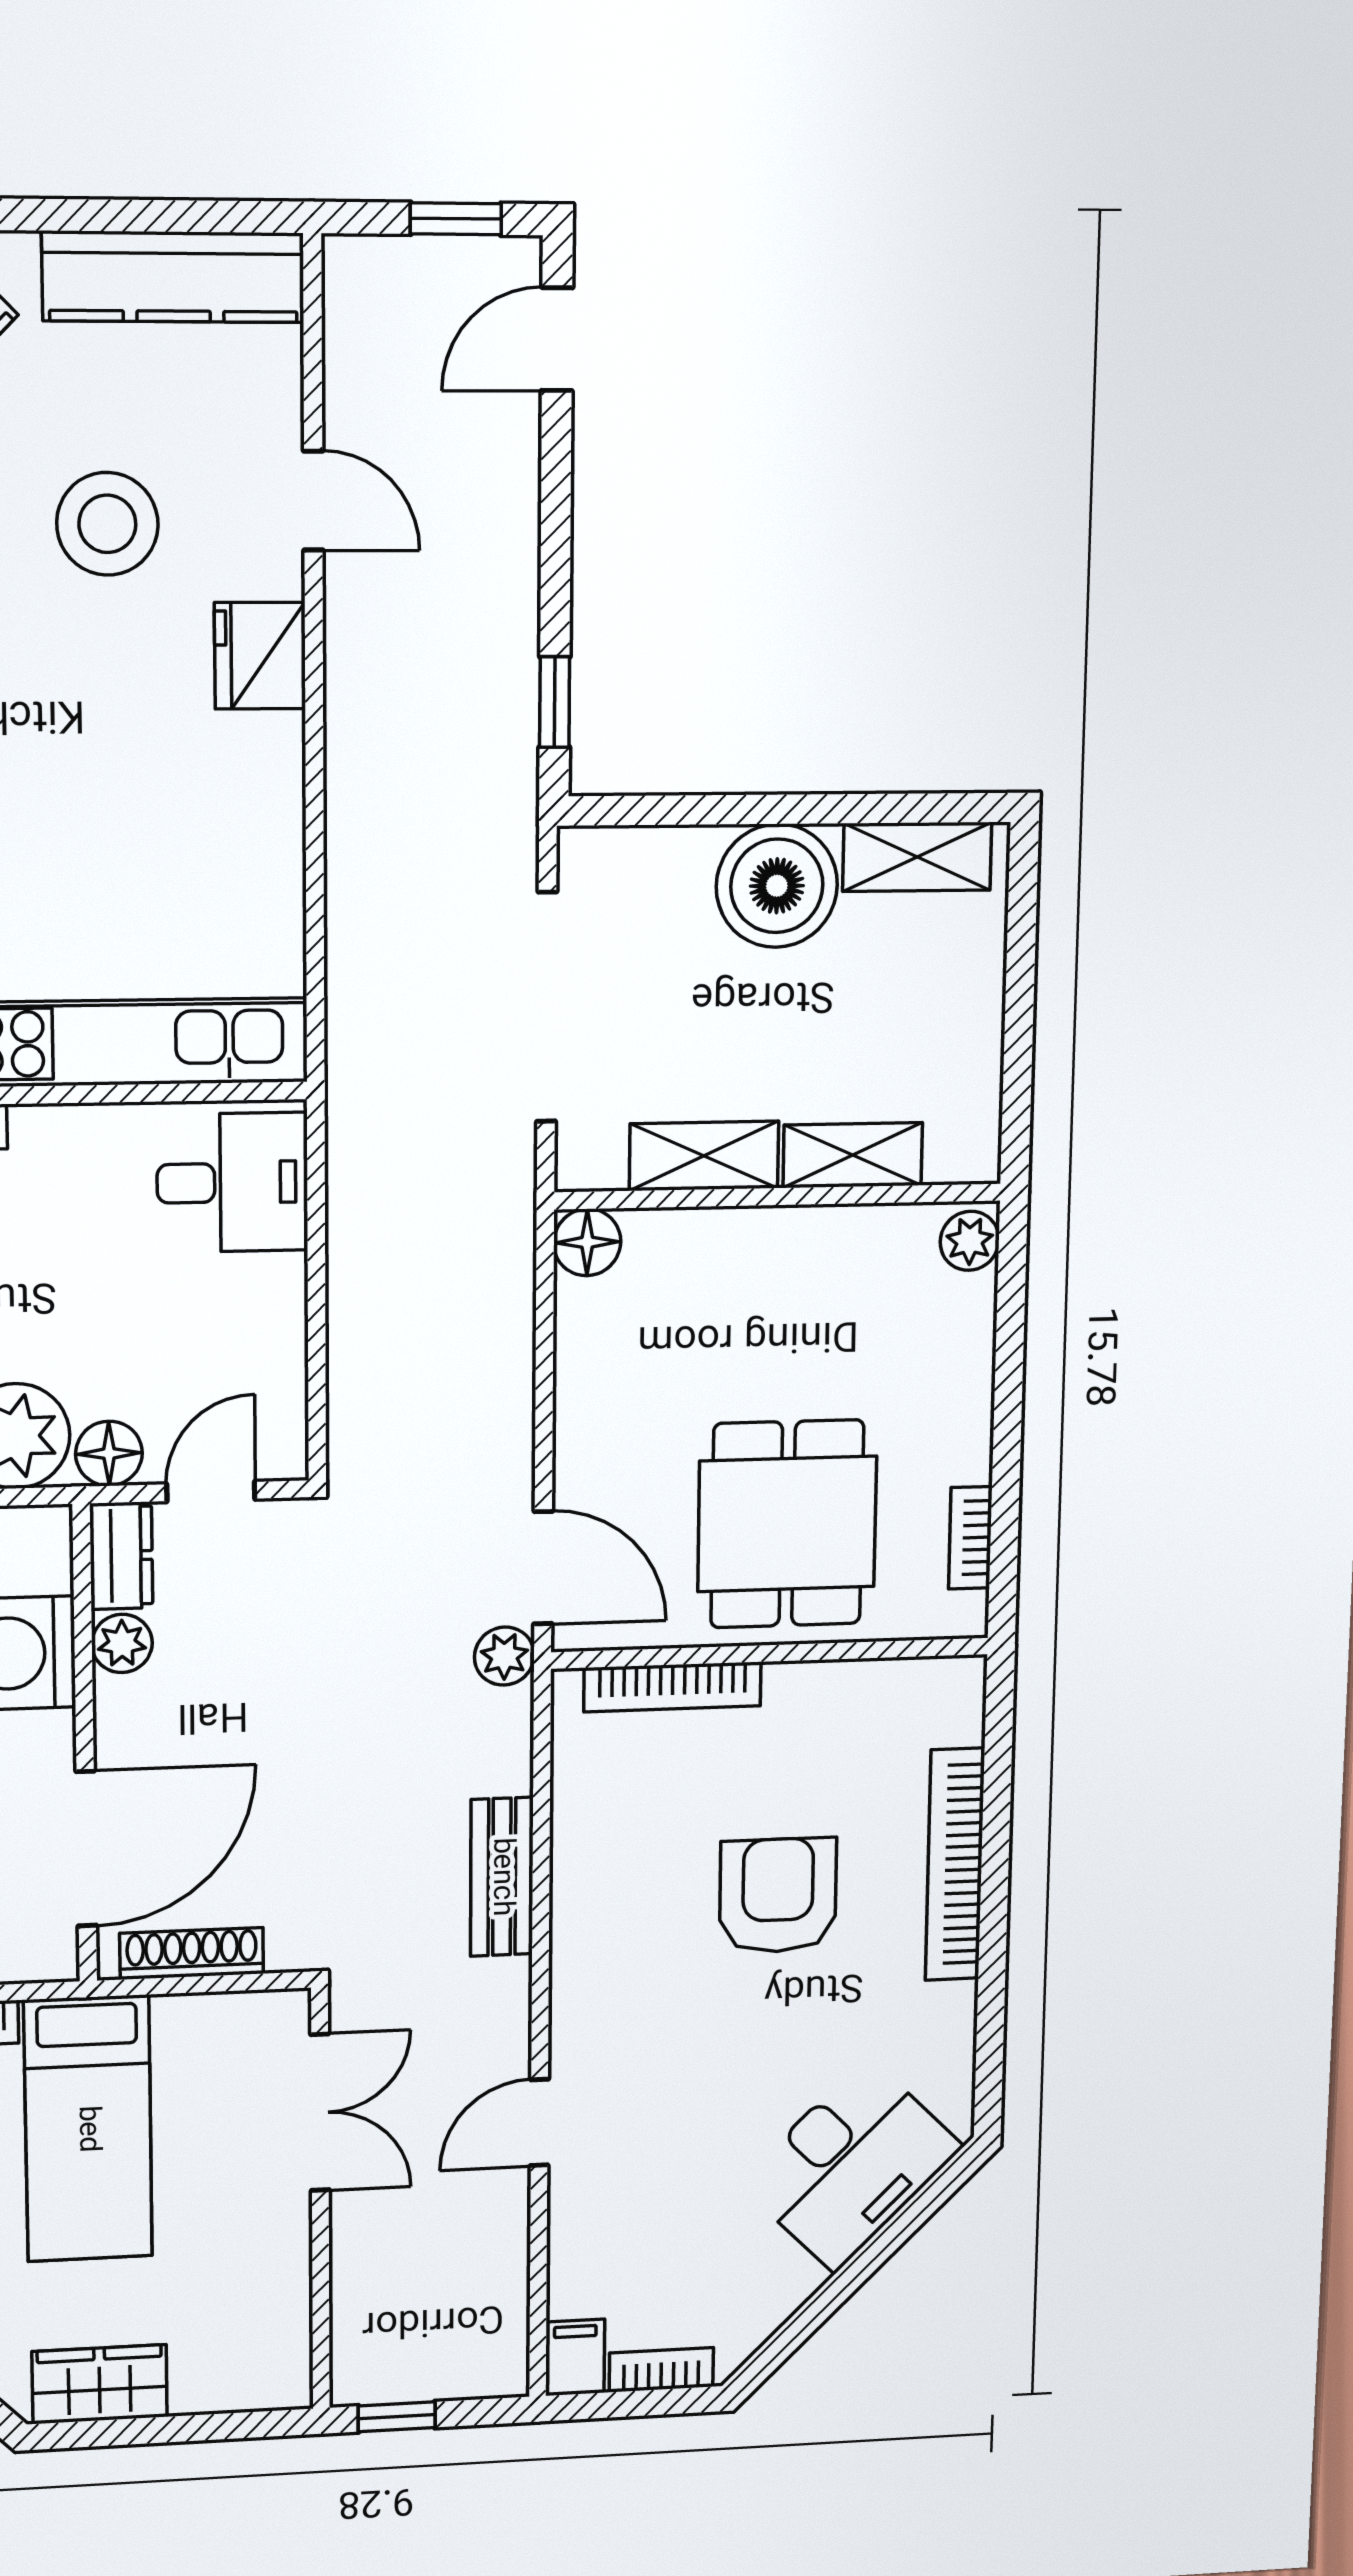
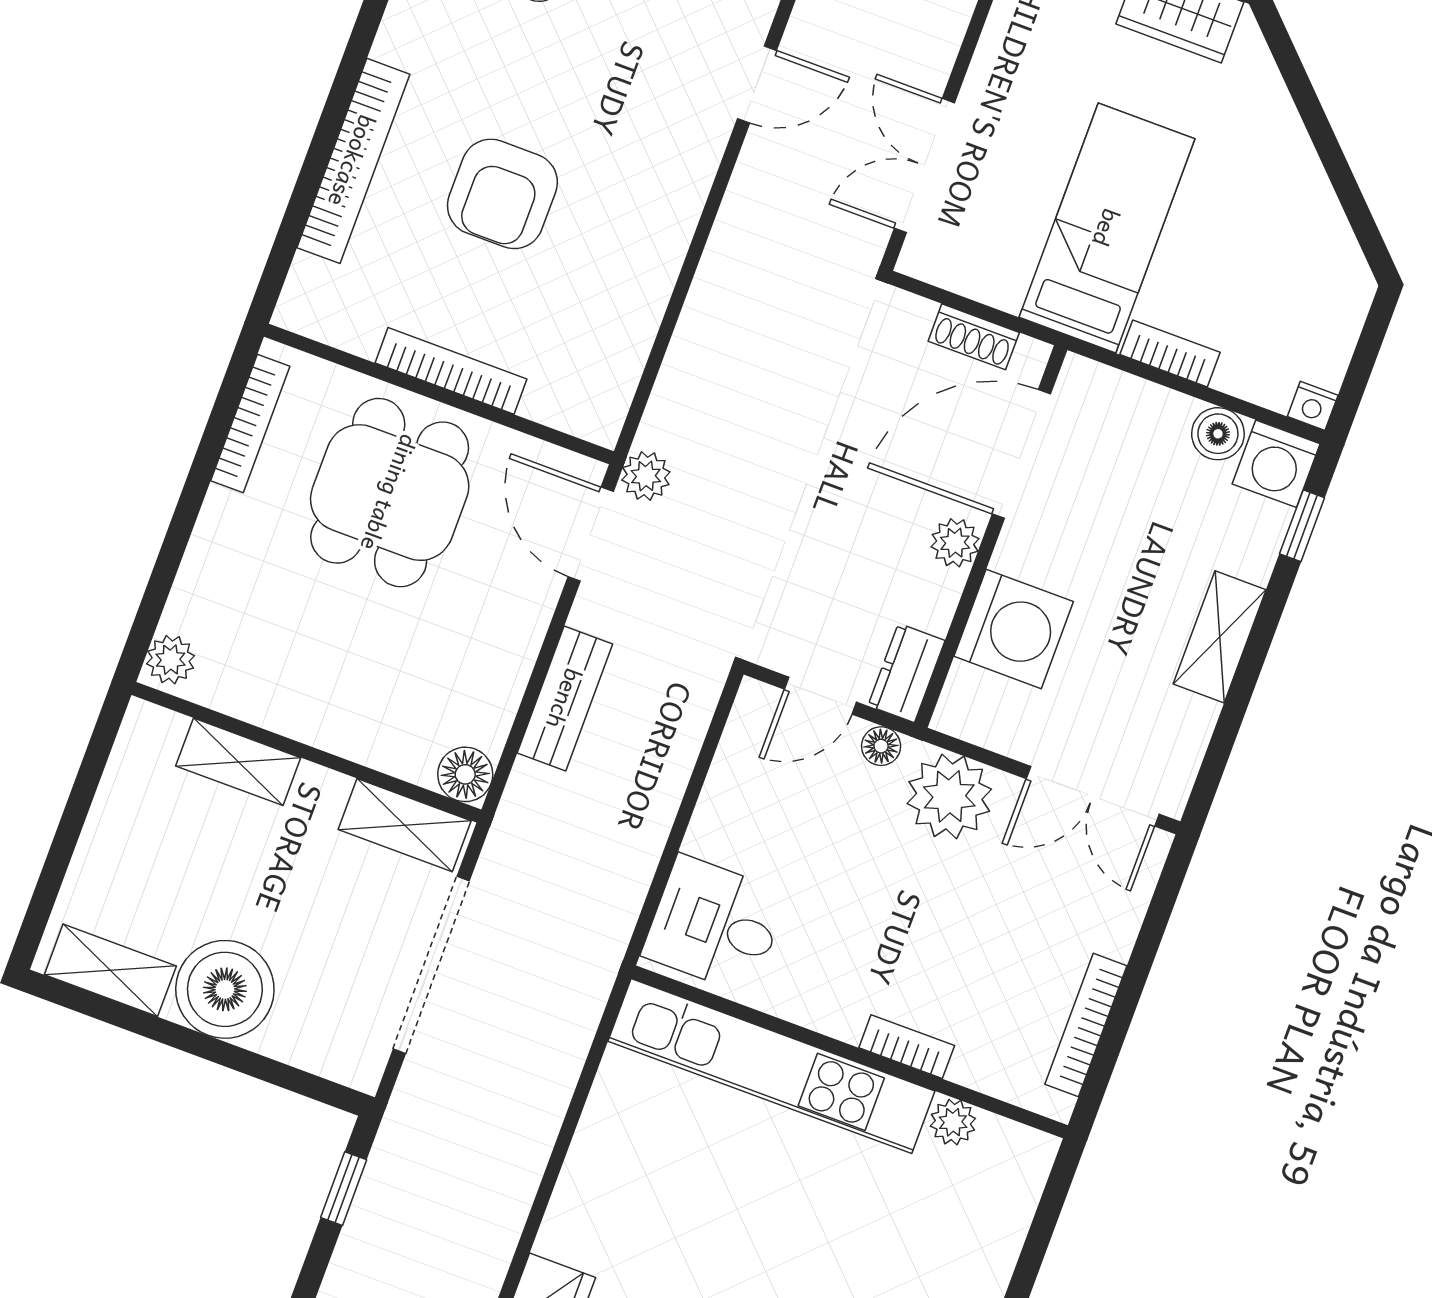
shelving: (704, 1156) -> (405, 825), moved
floor lamp: (109, 1453) -> (881, 746), width x0.73, depth x0.73
bookcase: (970, 1538) -> (250, 423), width x1.56
plant: (122, 1643) -> (955, 543), moved
bookcase: (672, 1687) -> (451, 371), moved
bench: (502, 1877) -> (565, 699), moved
shoe rack: (192, 1953) -> (974, 337), width x0.70

